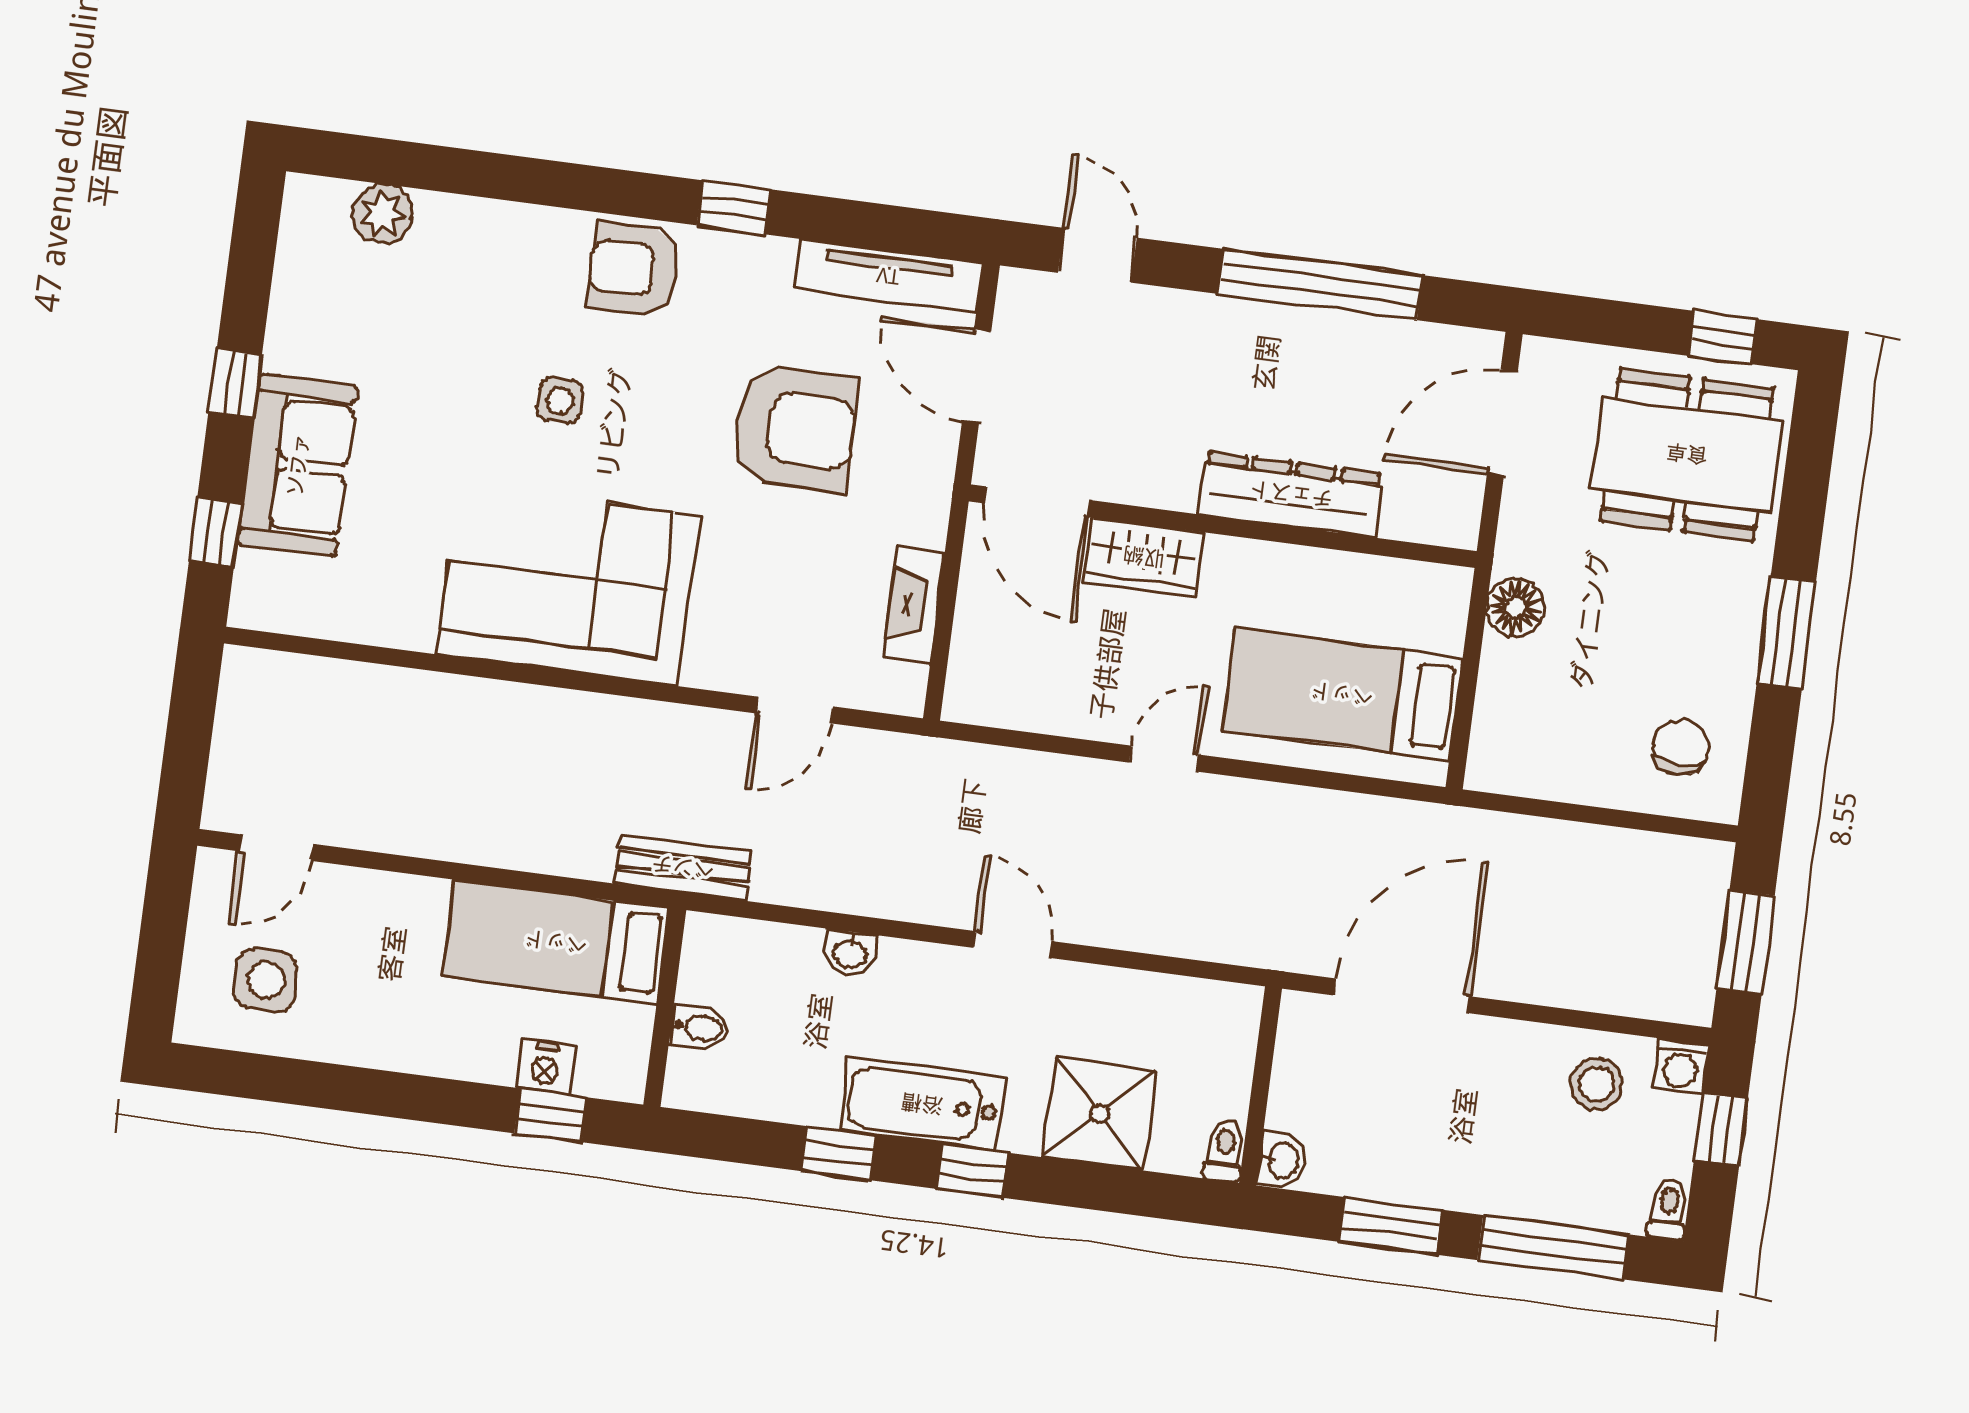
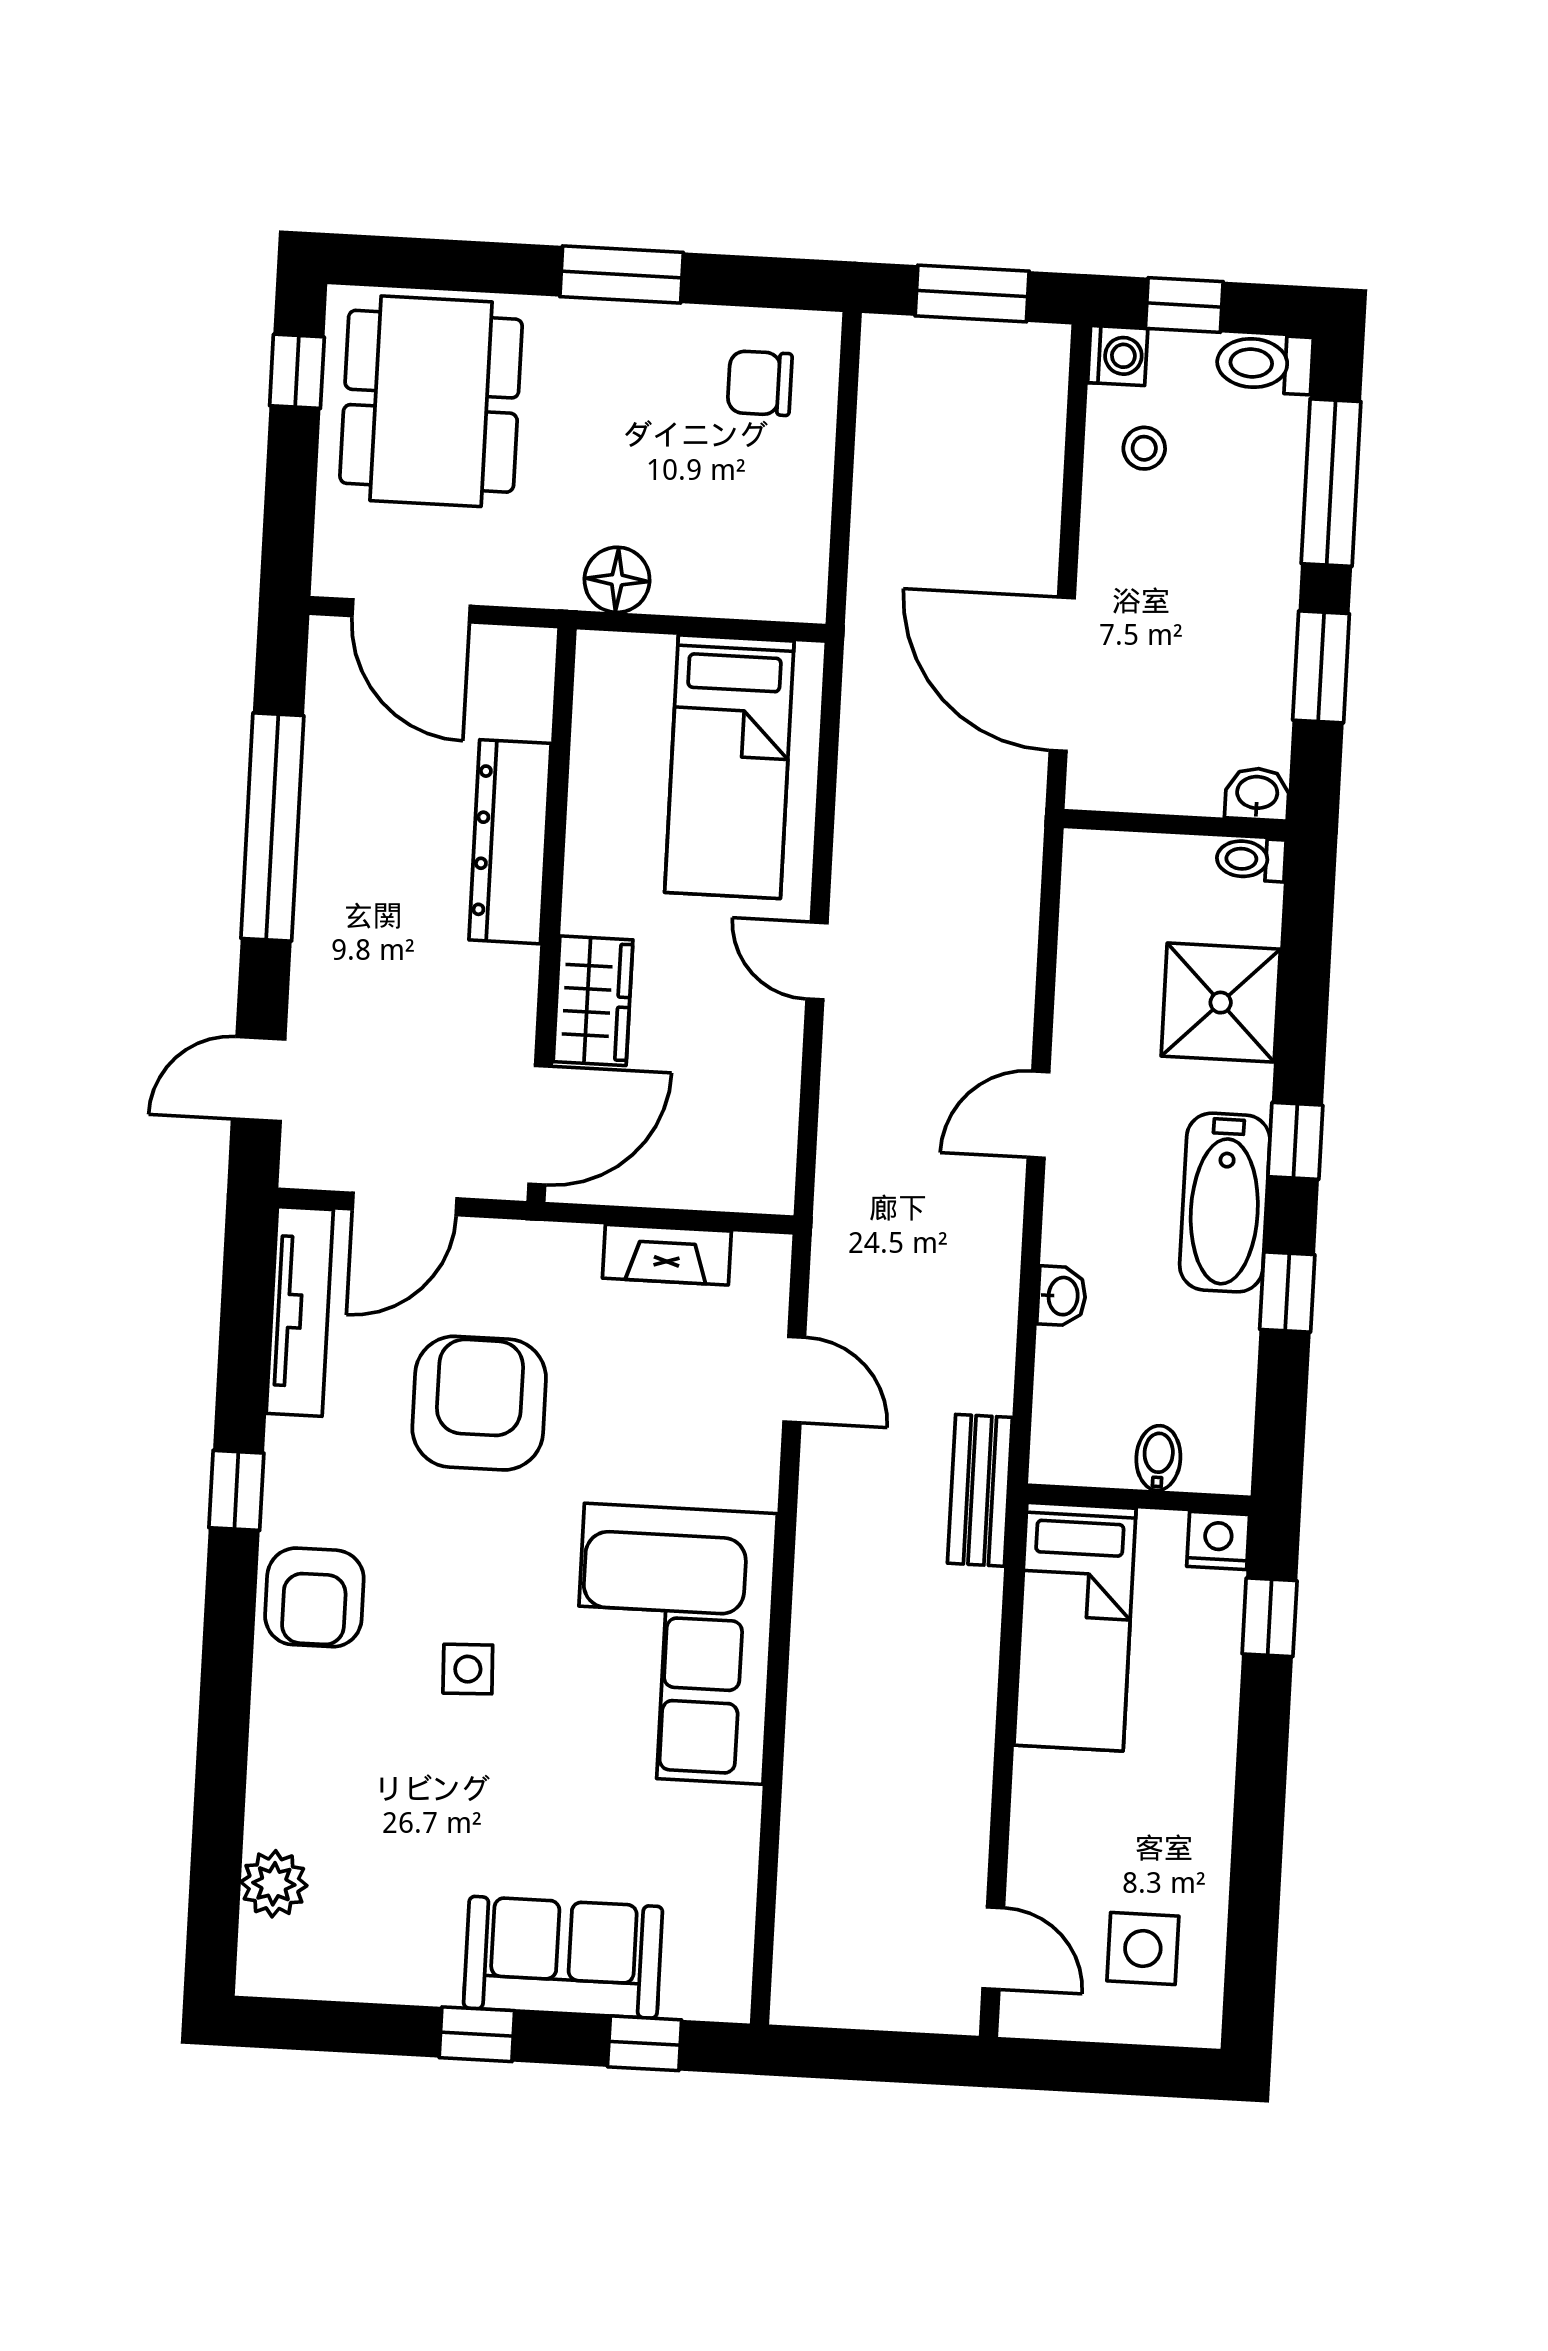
nightstand: (545, 1067) -> (1218, 1541), moved, turned -90
stool: (1597, 1084) -> (1144, 448), width x0.73, depth x0.73
toilet: (1669, 1209) -> (1265, 364), width x1.37, depth x1.39

